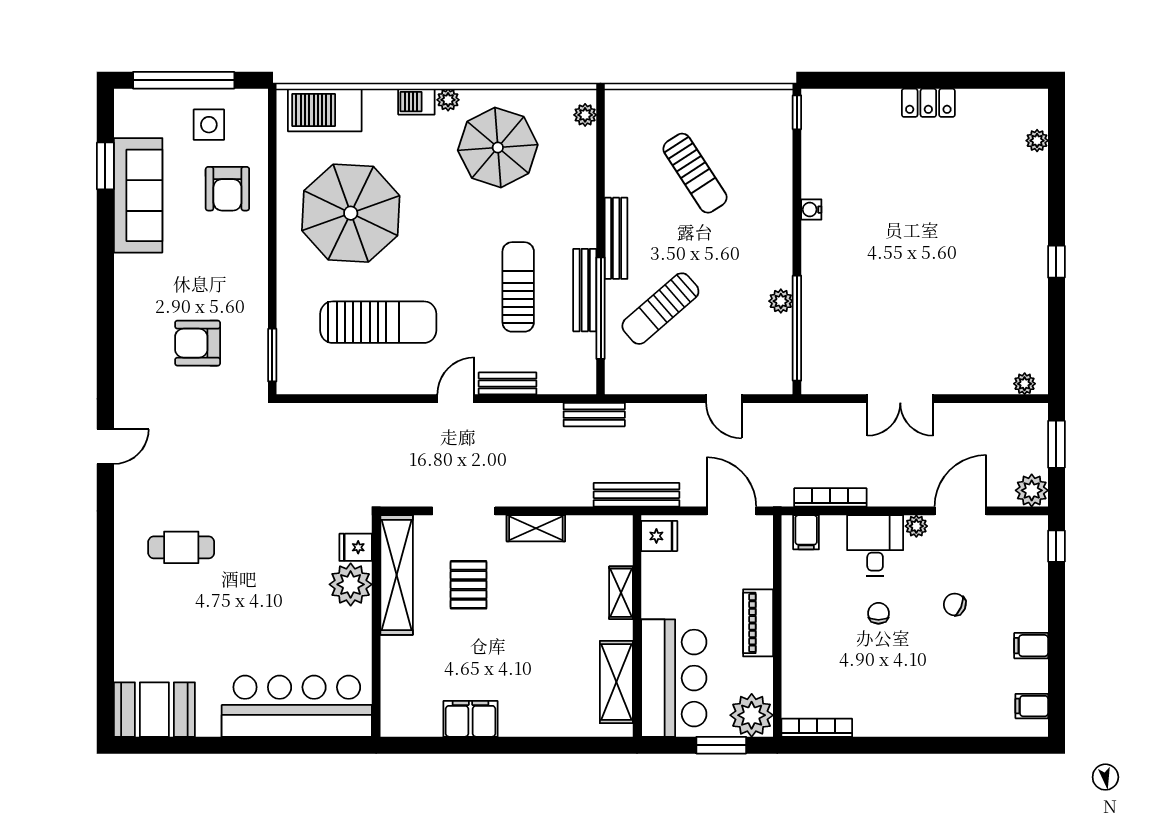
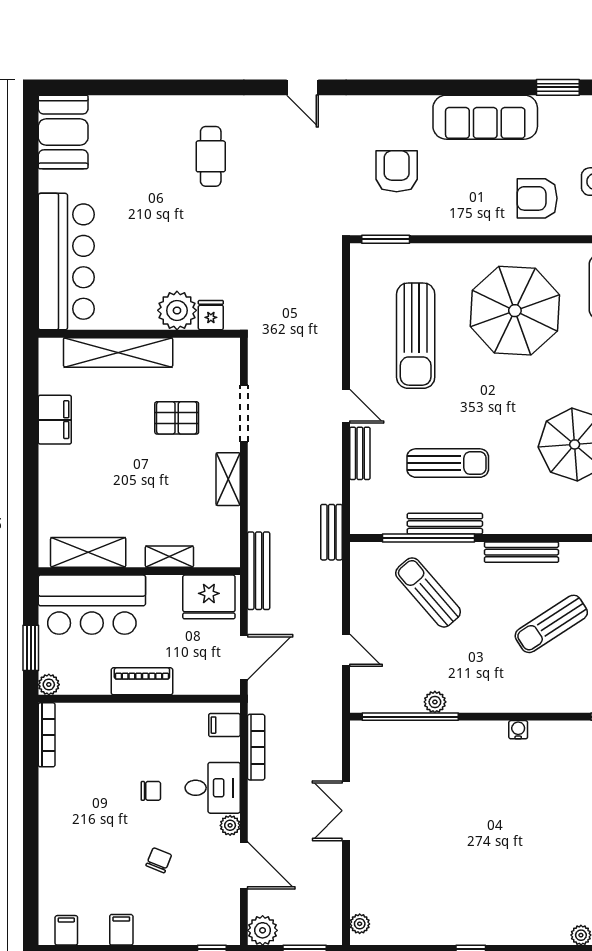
sofa: (138, 195) -> (485, 117), moved
bench: (616, 238) -> (521, 552), moved
door: (724, 399) -> (346, 650), swing flipped
fridge: (659, 536) -> (209, 597), width x1.88, depth x1.34
shelving: (397, 575) -> (118, 352), moved
plant: (752, 715) -> (49, 685), width x0.53, depth x0.53

